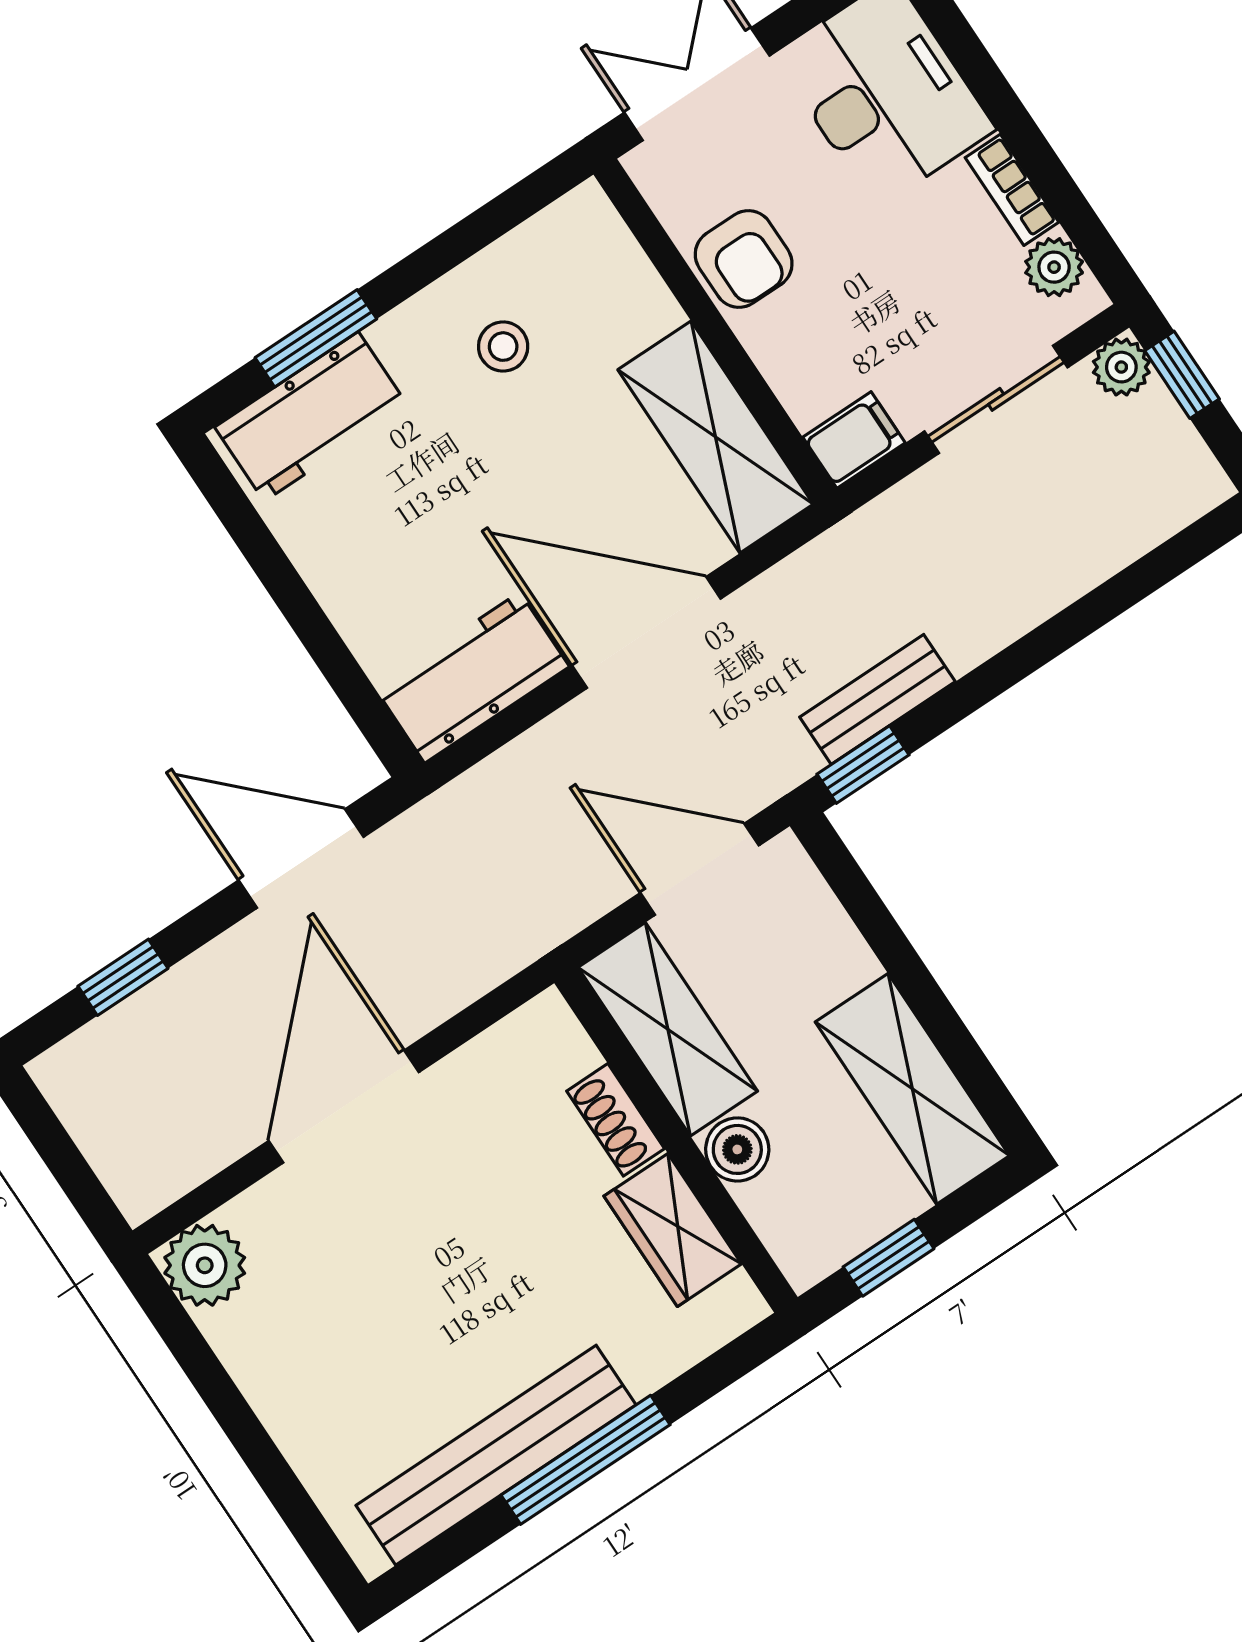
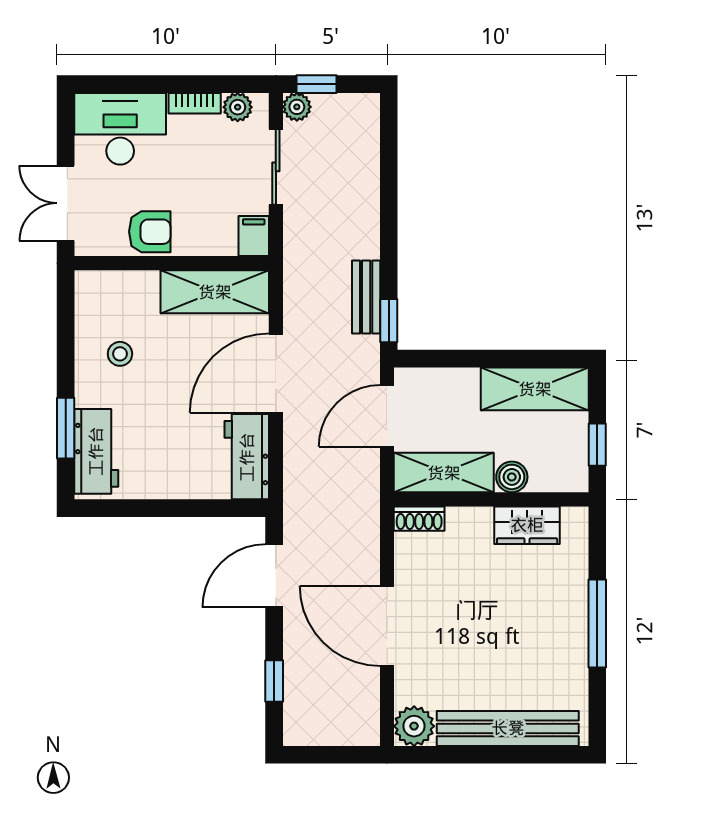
shoe rack: (616, 1120) -> (419, 519), moved
bench: (496, 1455) -> (508, 728), moved, turned 90

